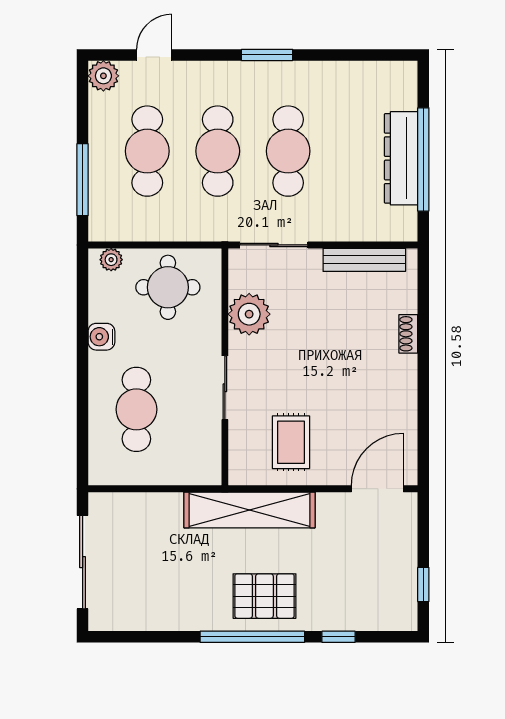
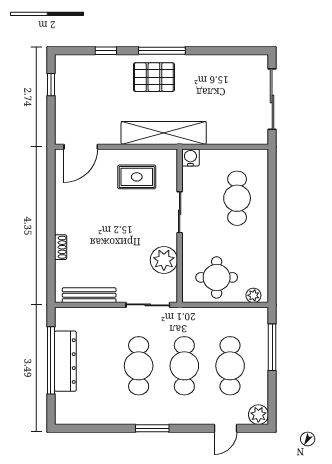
water cooler: (101, 337) -> (190, 158), moved, turned -90
rug: (291, 442) -> (137, 177), turned 90
window: (252, 637) -> (162, 51), width x0.68

